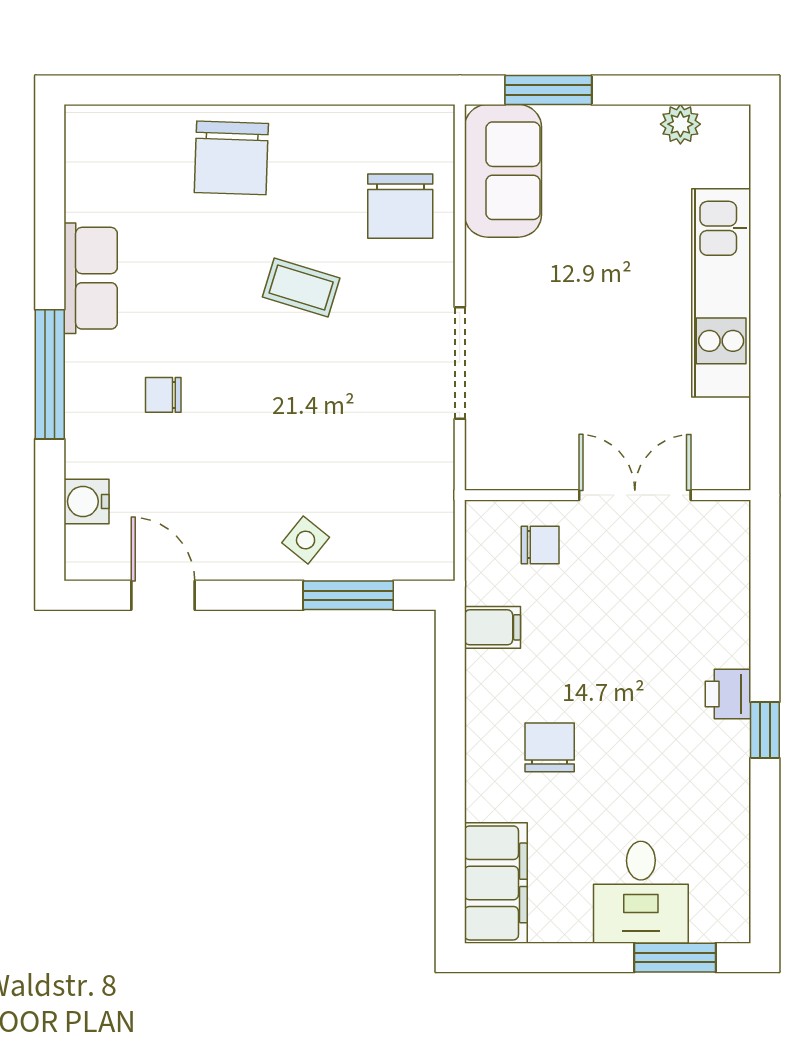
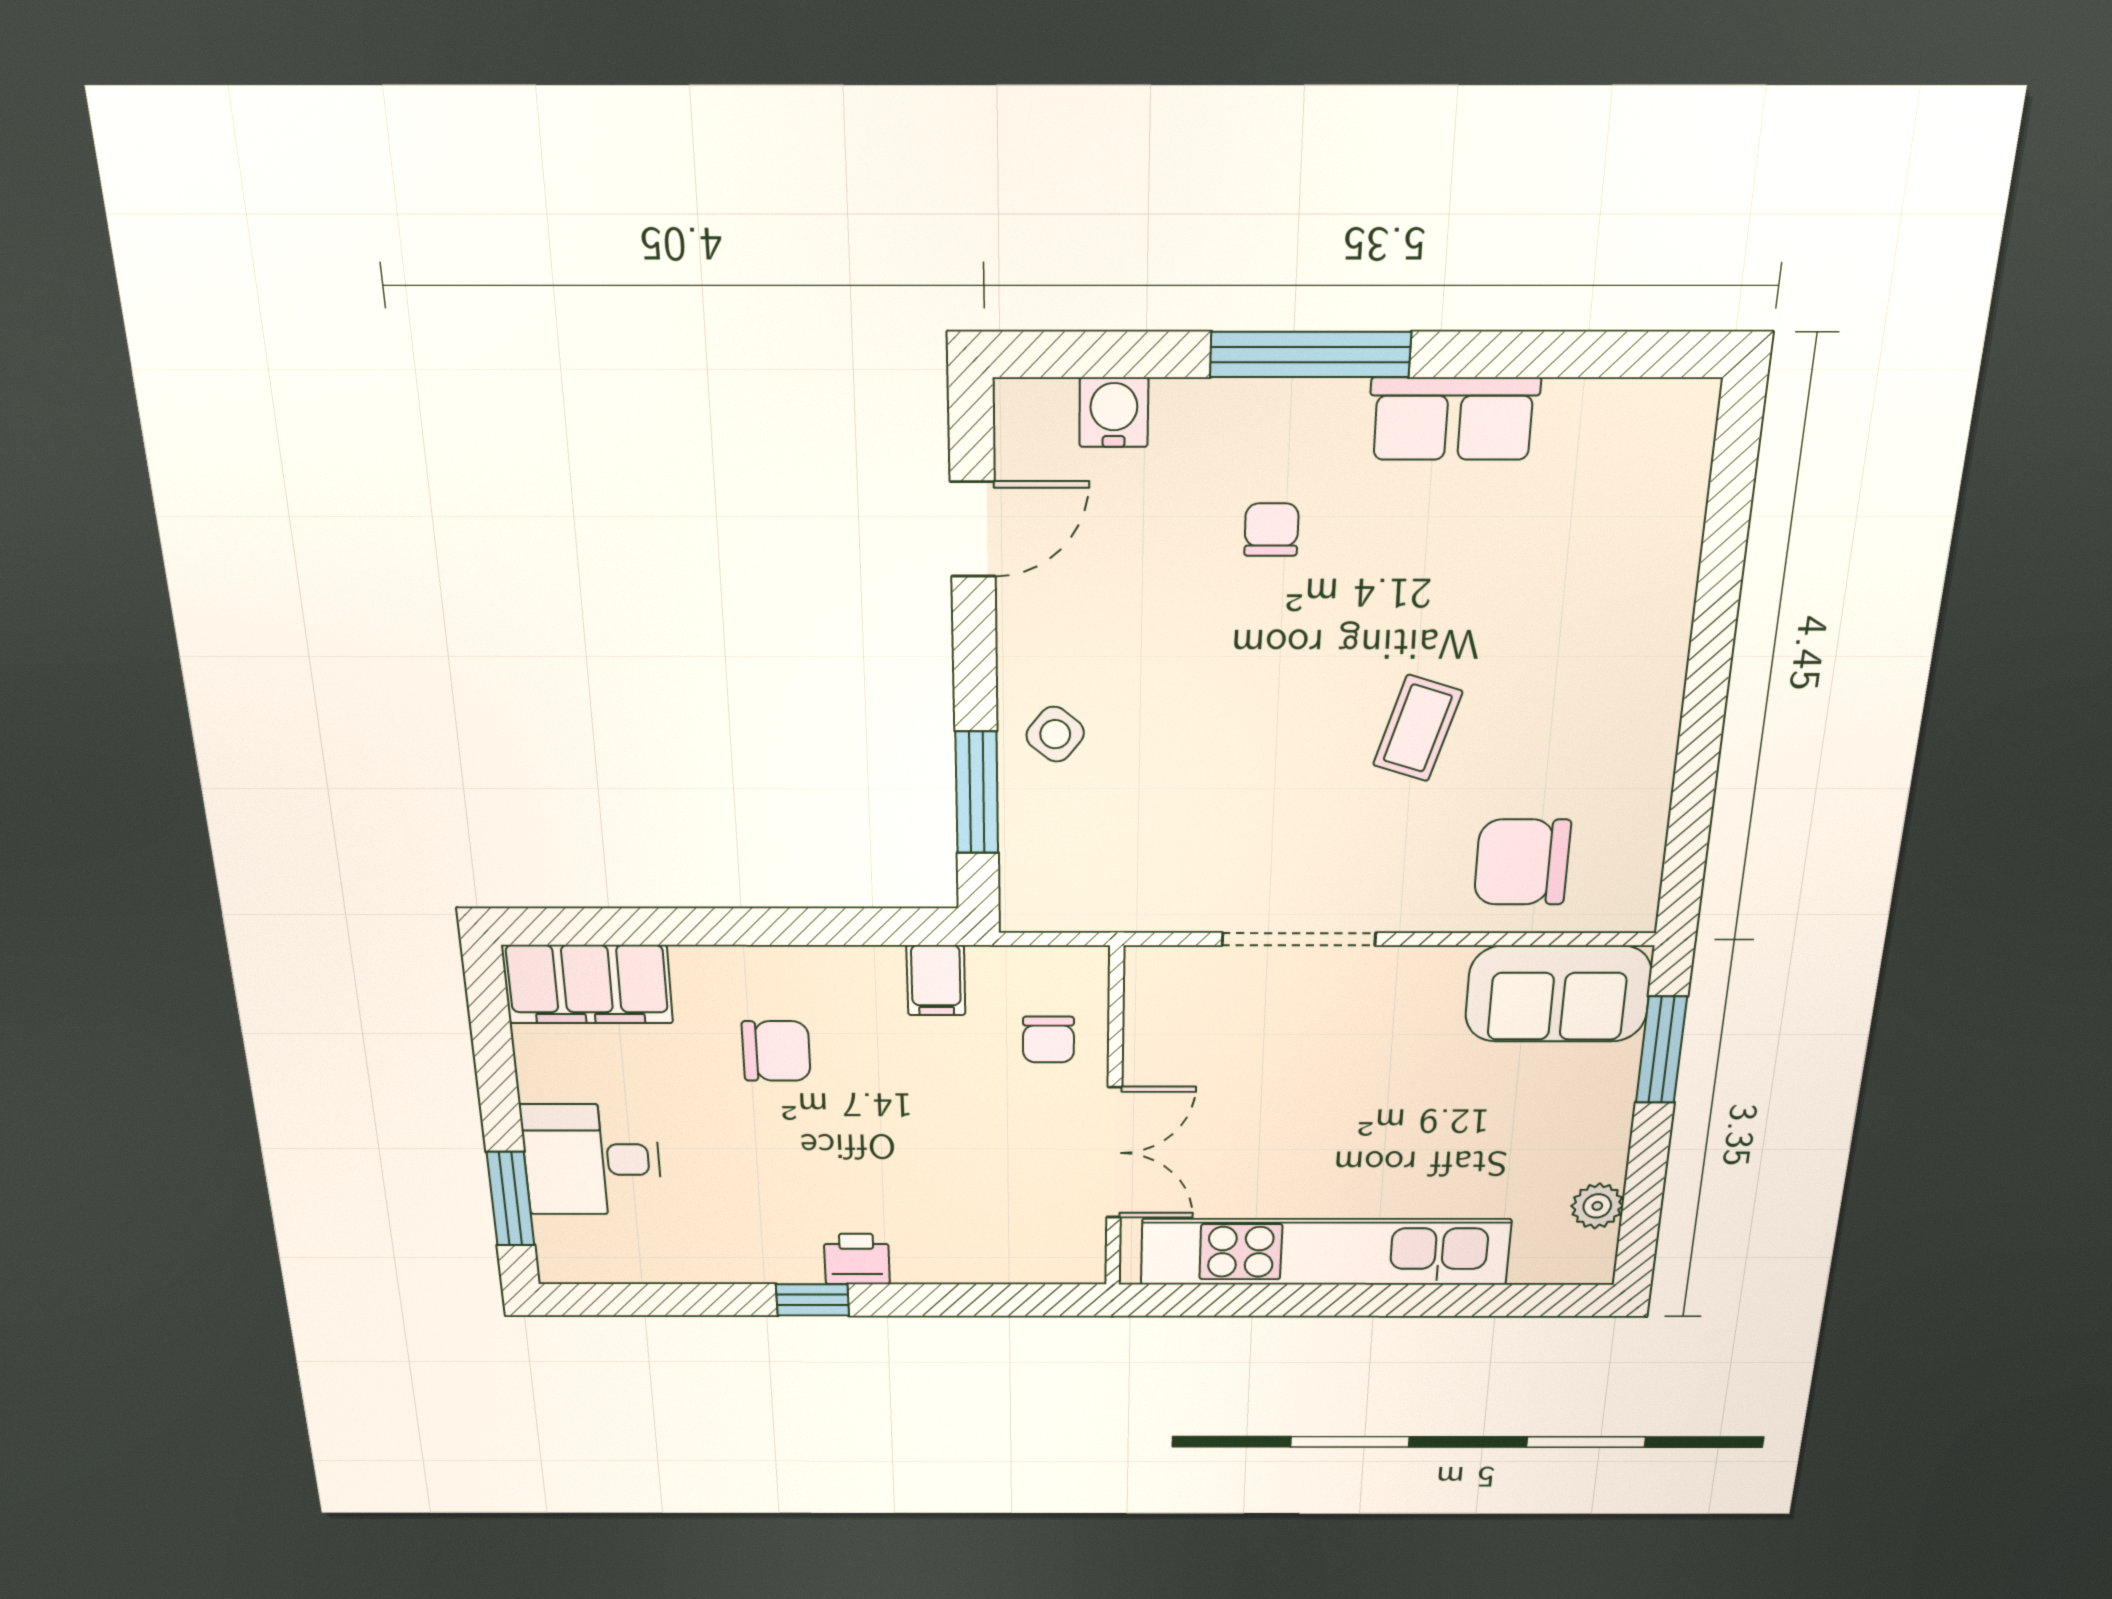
chair: (231, 158) -> (1614, 629), removed
kitchen unit: (721, 293) -> (1325, 1252), width x1.36

